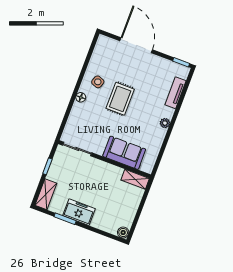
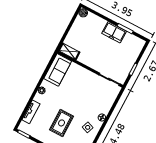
rug: (120, 99) -> (62, 123), moved
sofa: (124, 153) -> (58, 70), moved, turned -90
shelving: (46, 194) -> (137, 49), removed

